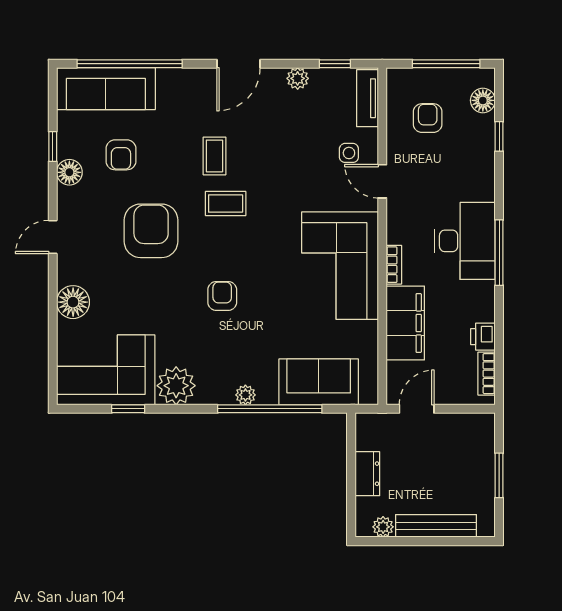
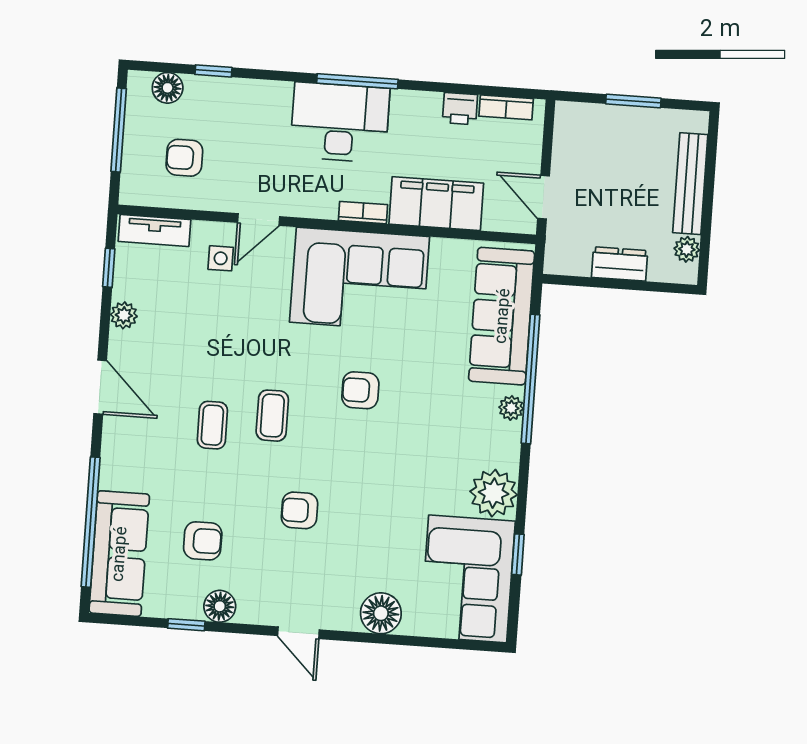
coffee table: (214, 156) -> (212, 425), turned 90
armchair: (151, 231) -> (299, 510), width x0.53, depth x0.53
armchair: (222, 296) -> (360, 390), moved
sofa: (319, 382) -> (502, 316), width x1.36

